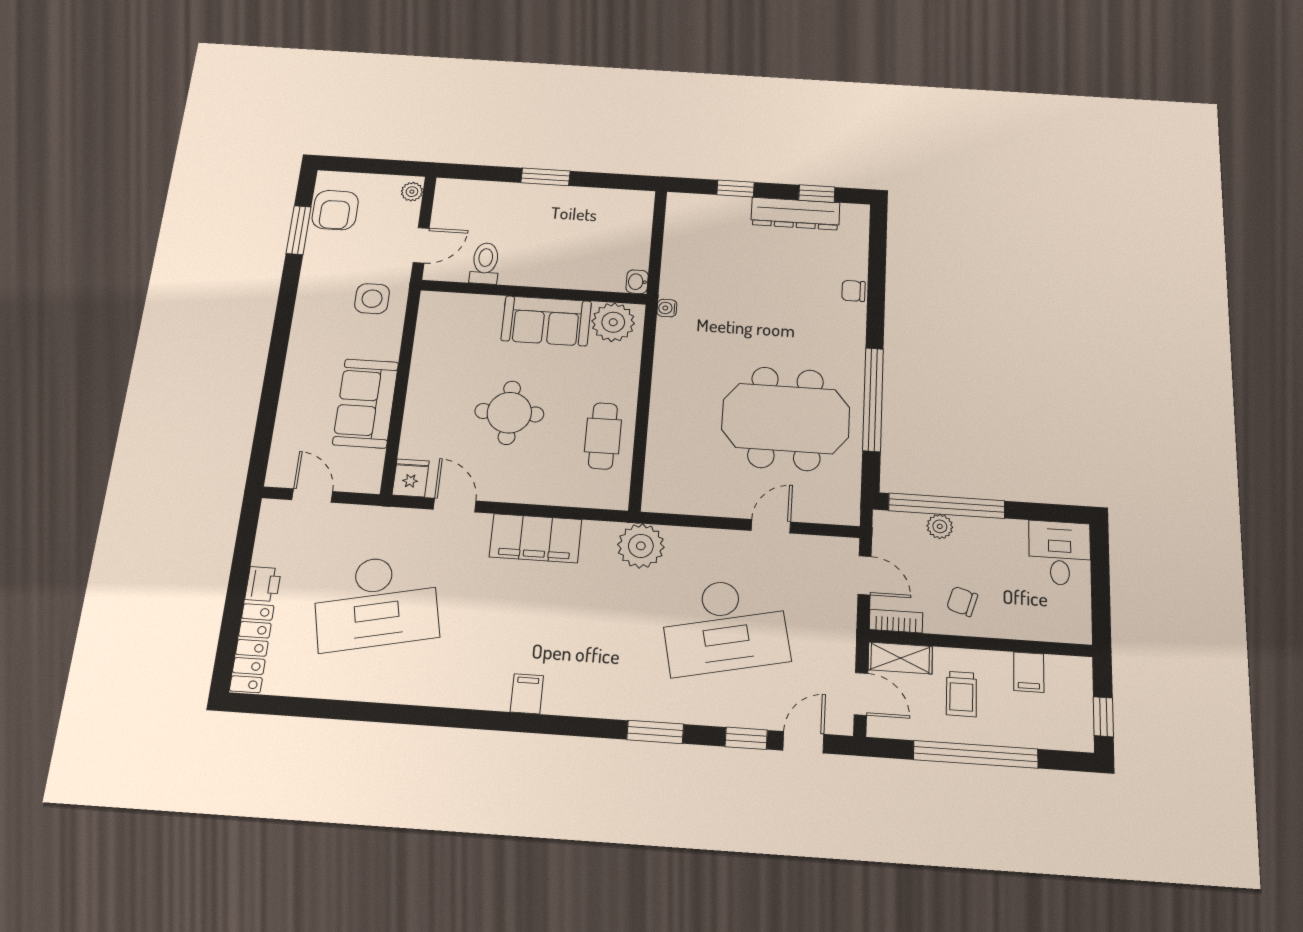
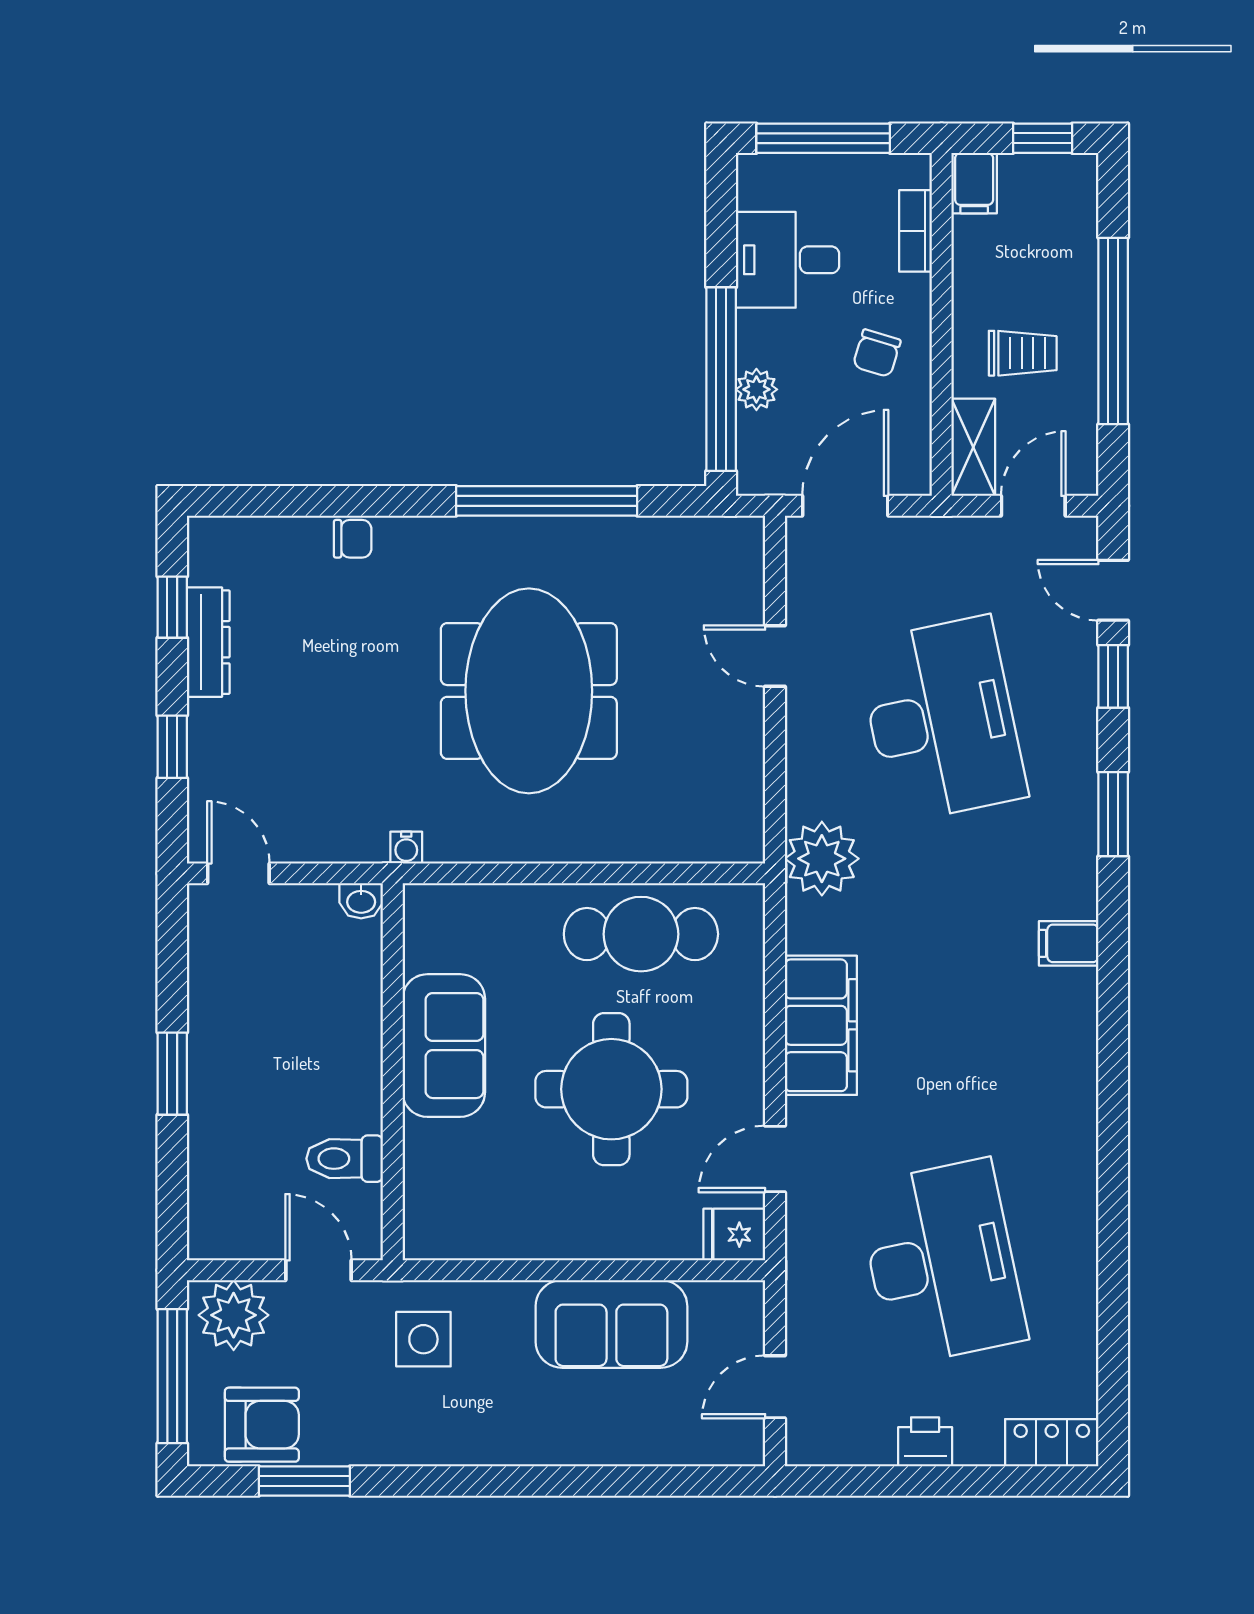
window: (371, 166) -> (172, 1376), added
plant: (412, 192) -> (234, 1315), width x1.88, depth x1.88
dresser: (795, 214) -> (208, 642), width x0.73, depth x0.80
door: (659, 218) -> (238, 873), added
chair: (853, 291) -> (353, 539), turned -90
plant: (613, 322) -> (438, 935), removed
round table: (509, 413) -> (611, 1089), width x1.36, depth x1.36
meeting table: (786, 418) -> (529, 691), moved
cafe table: (603, 436) -> (641, 934), width x1.37, depth x1.35
desk: (1060, 553) -> (787, 260), moved
door: (865, 575) -> (845, 506), width x1.38
window: (1100, 578) -> (823, 138), added
bookcase: (896, 621) -> (915, 231), moved
locker: (252, 648) -> (1052, 1443), width x0.66
filing cabinet: (1029, 672) -> (974, 183), moved, turned 90
filing cabinet: (527, 694) -> (1069, 943), moved

